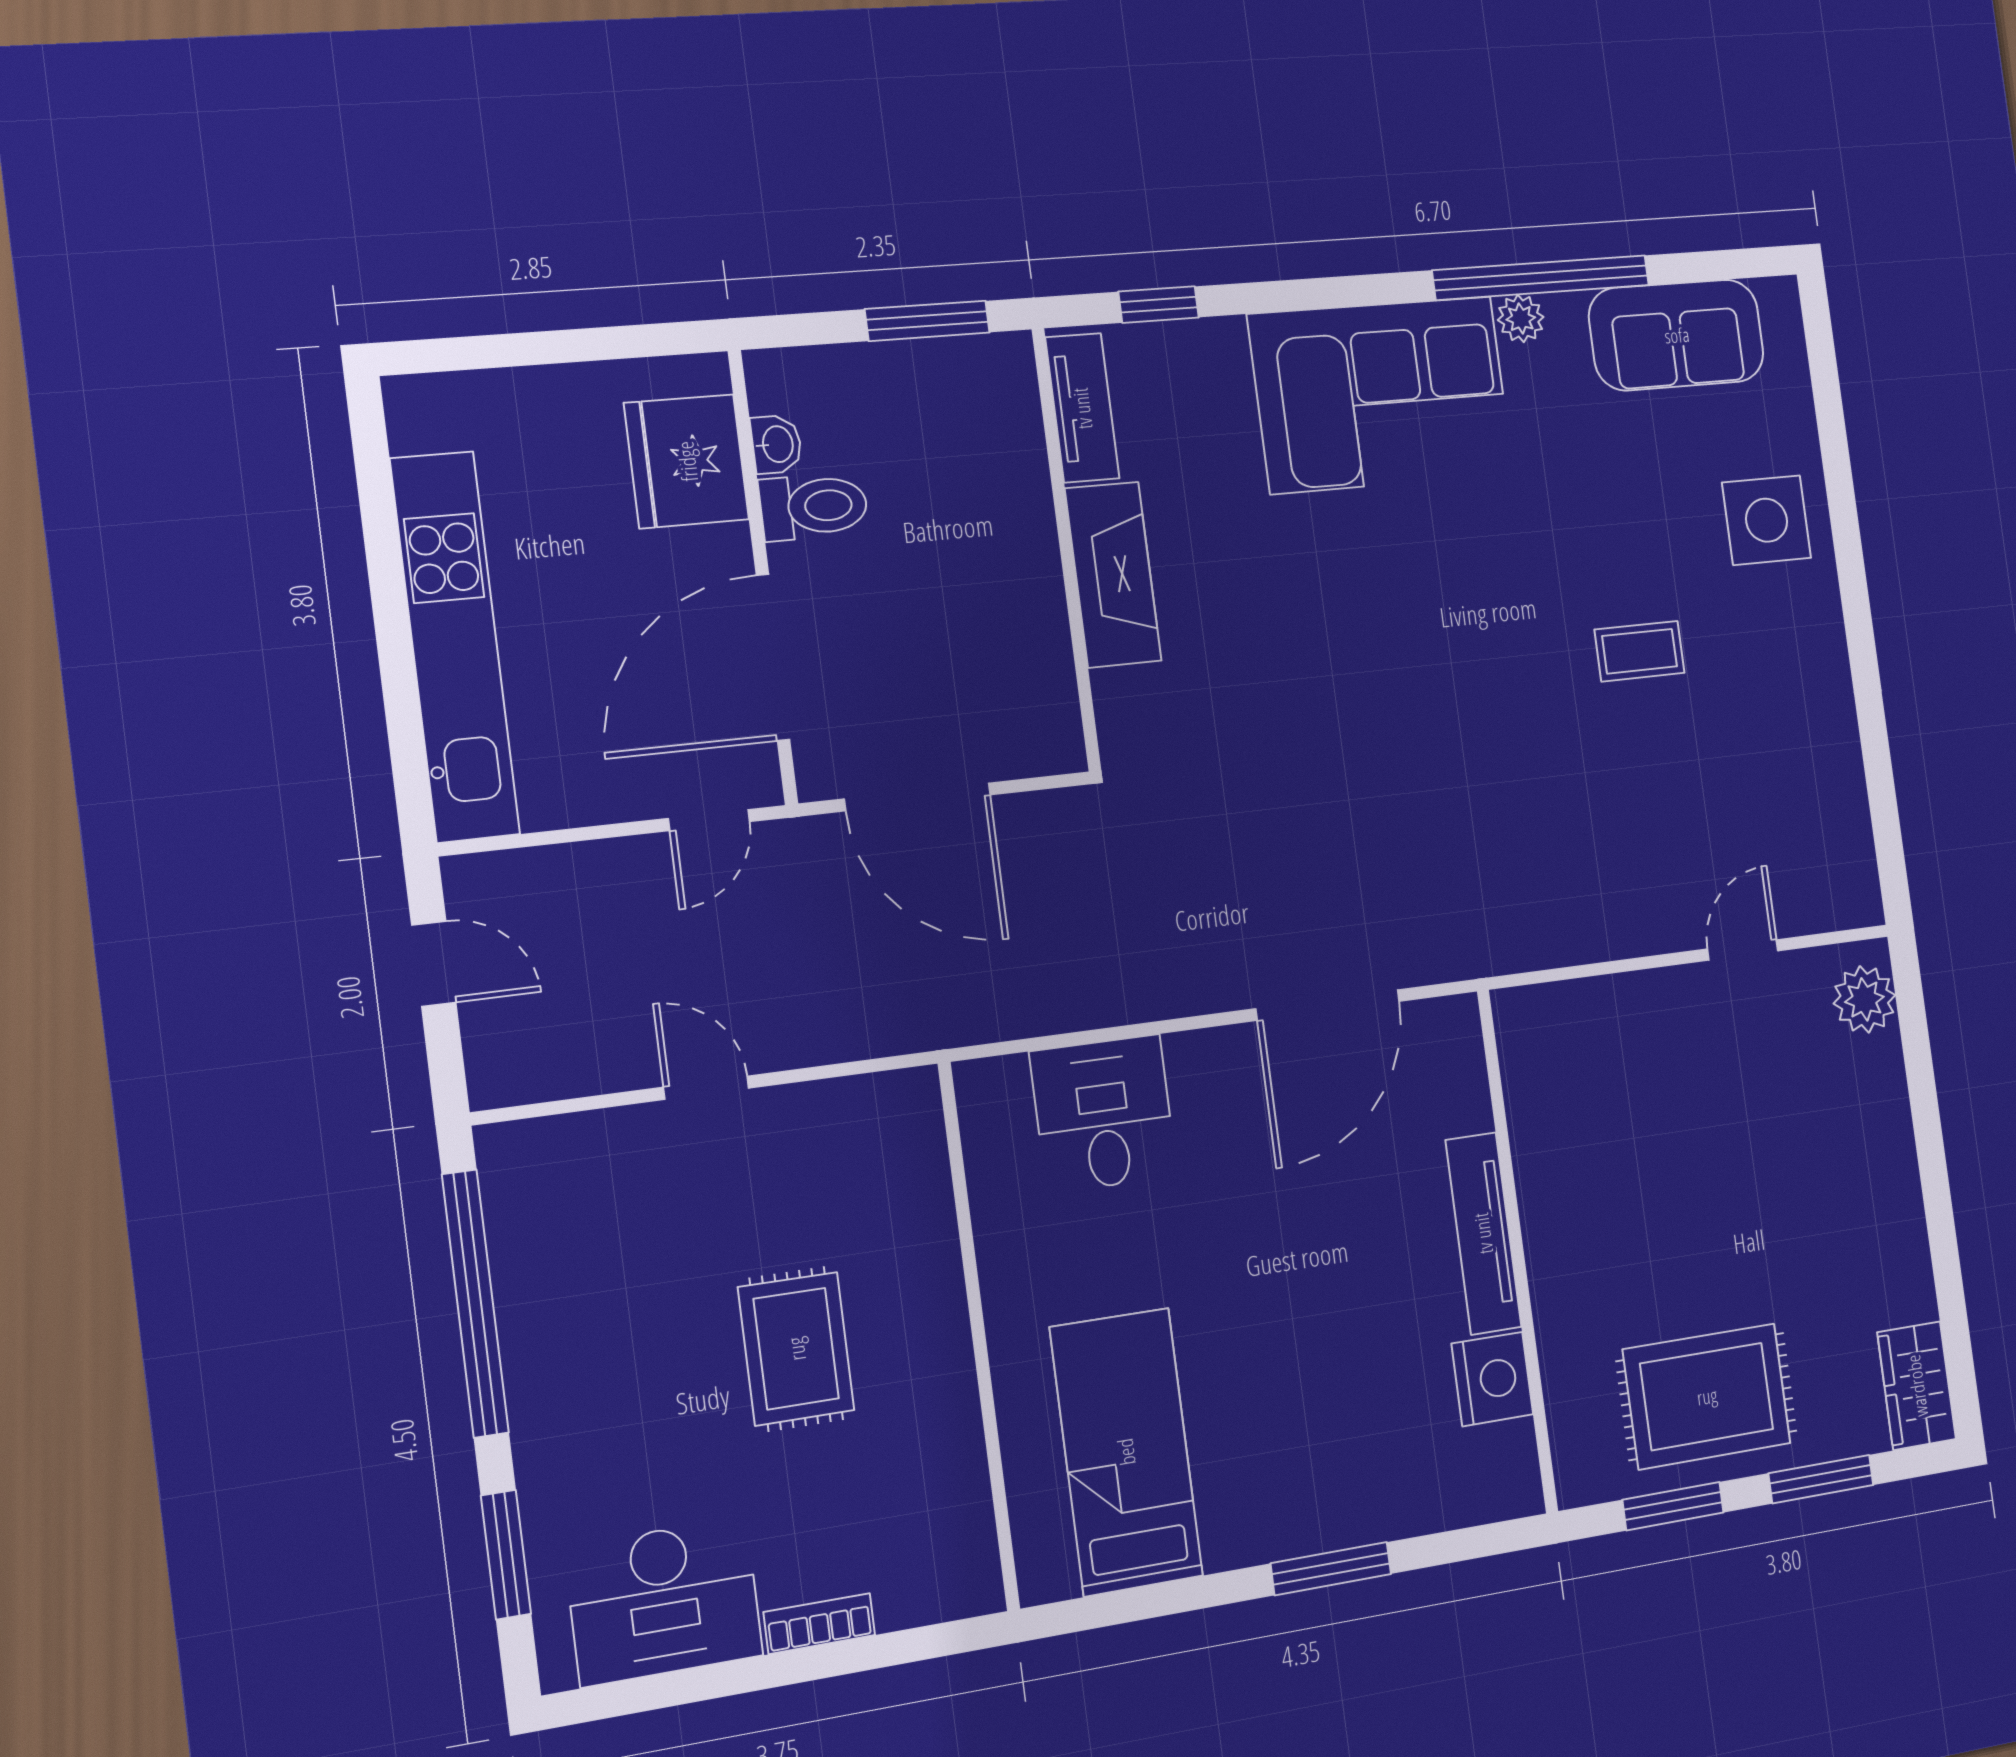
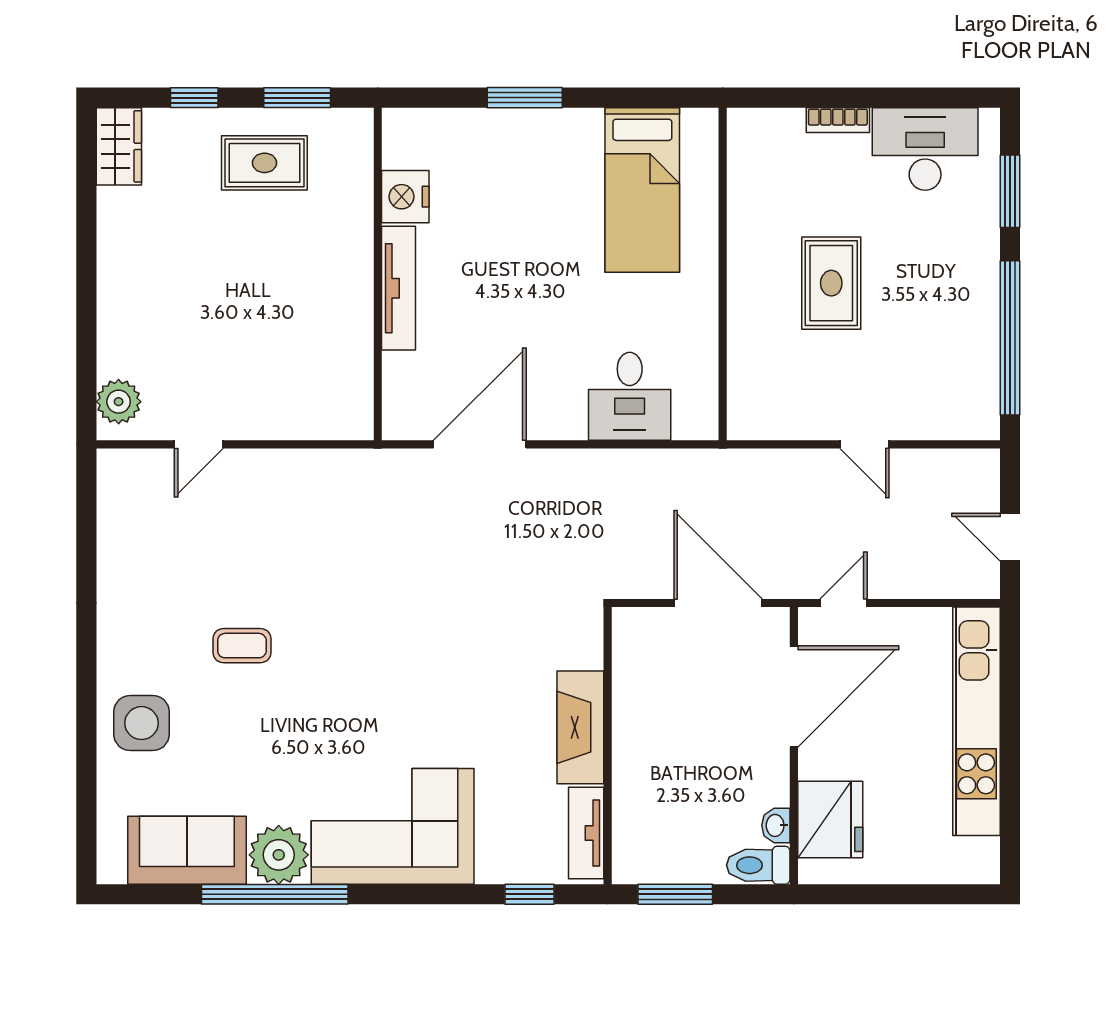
plant: (1521, 319) -> (279, 855), width x1.88, depth x1.88
toilet: (814, 506) -> (758, 865), moved
rug: (1707, 1396) -> (264, 163), width x0.73, depth x0.70
window: (1821, 1479) -> (194, 98), width x0.67

